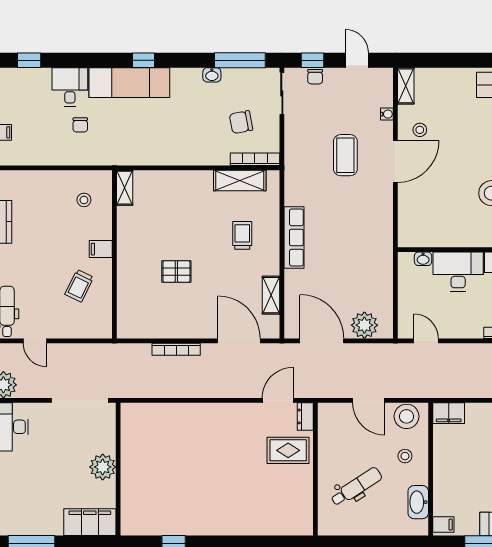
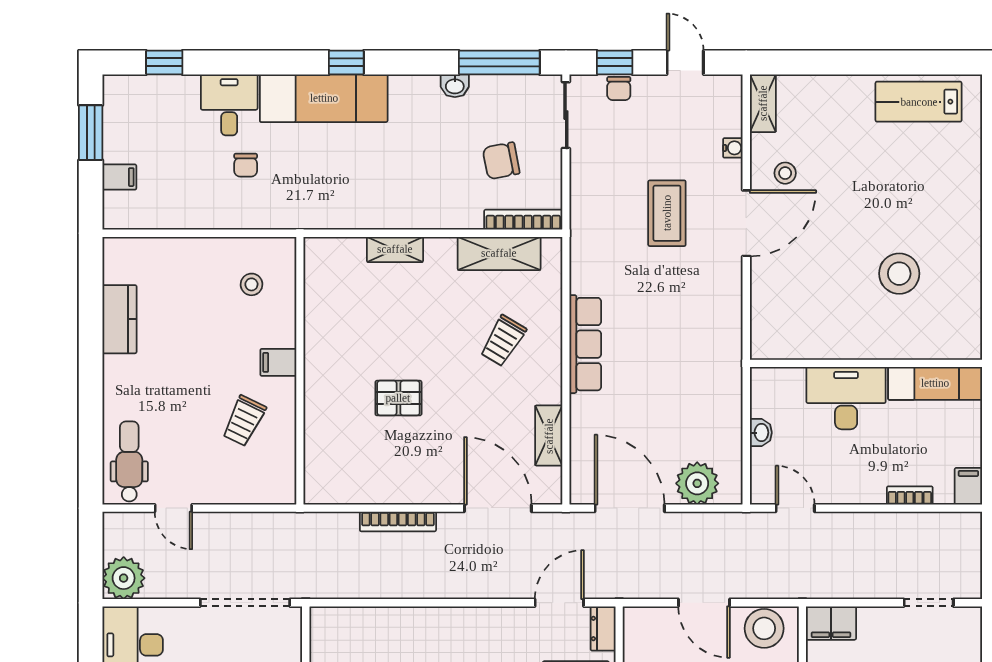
shelving: (125, 188) -> (395, 249), moved, turned 90
trolley: (242, 235) -> (503, 341), turned -149
washbasin: (423, 259) -> (761, 433), moved, turned -90

